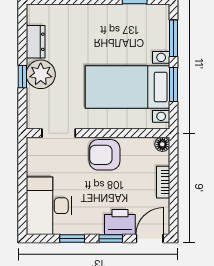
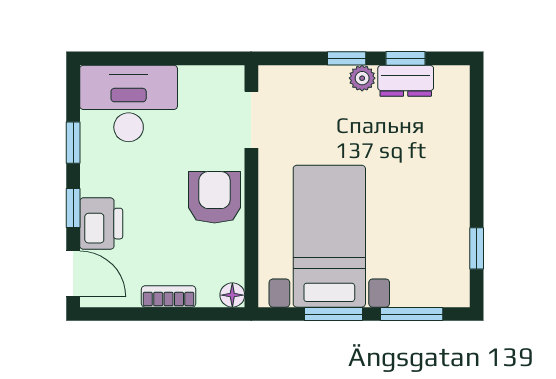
window: (22, 42) -> (406, 58), added
plant: (41, 74) -> (362, 78), width x0.53, depth x0.53

